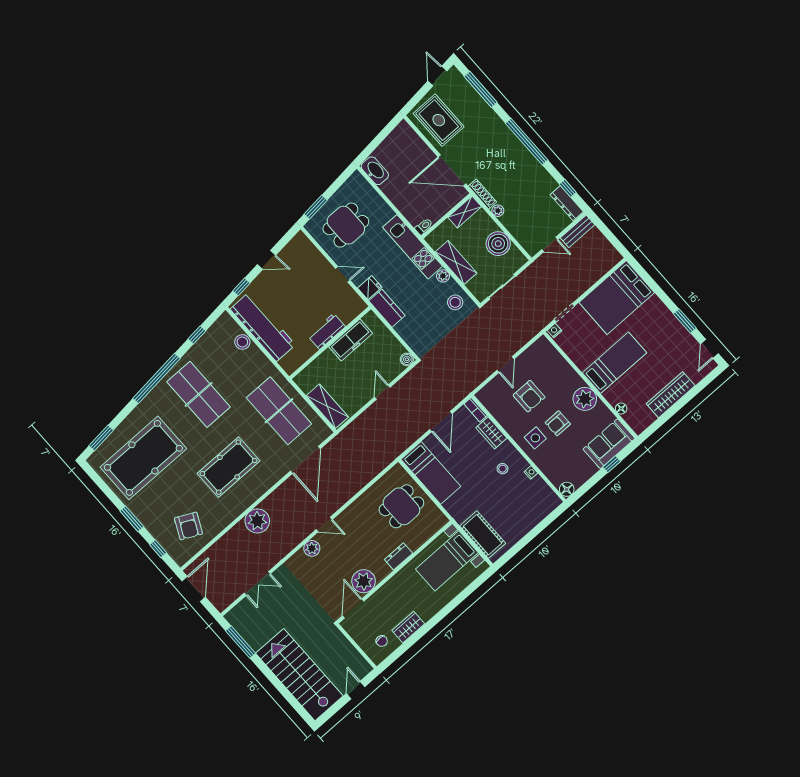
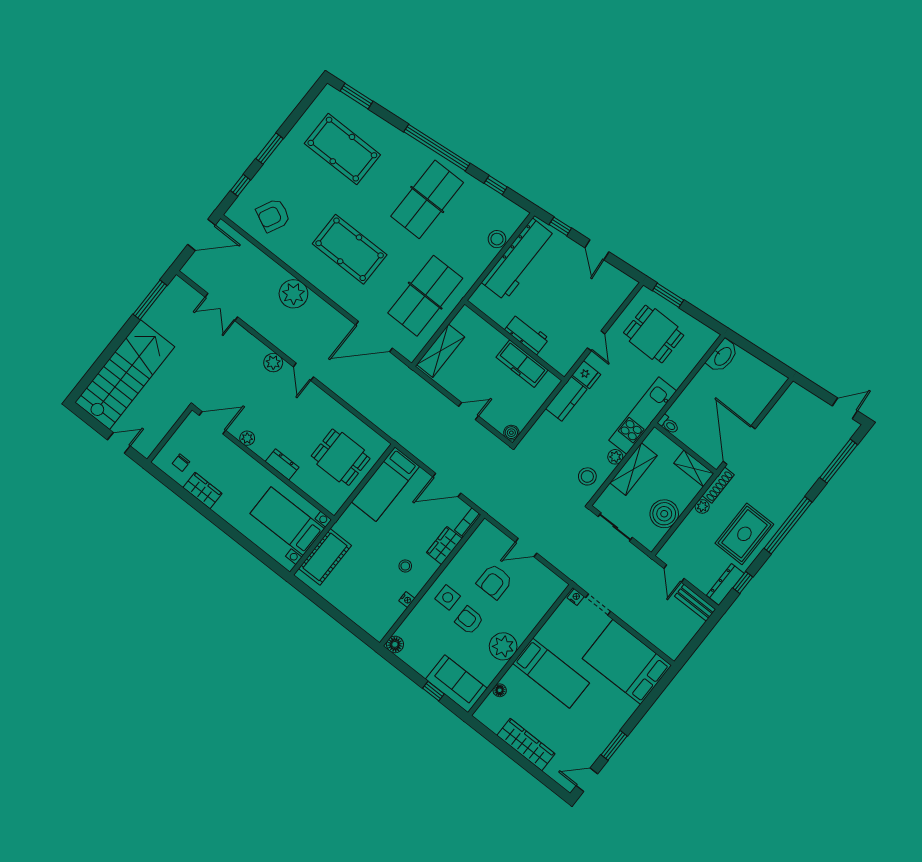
rug: (439, 120) -> (744, 534), moved
pool table: (143, 458) -> (342, 149), width x0.73, depth x0.76
plant: (364, 581) -> (247, 438), width x0.53, depth x0.53

